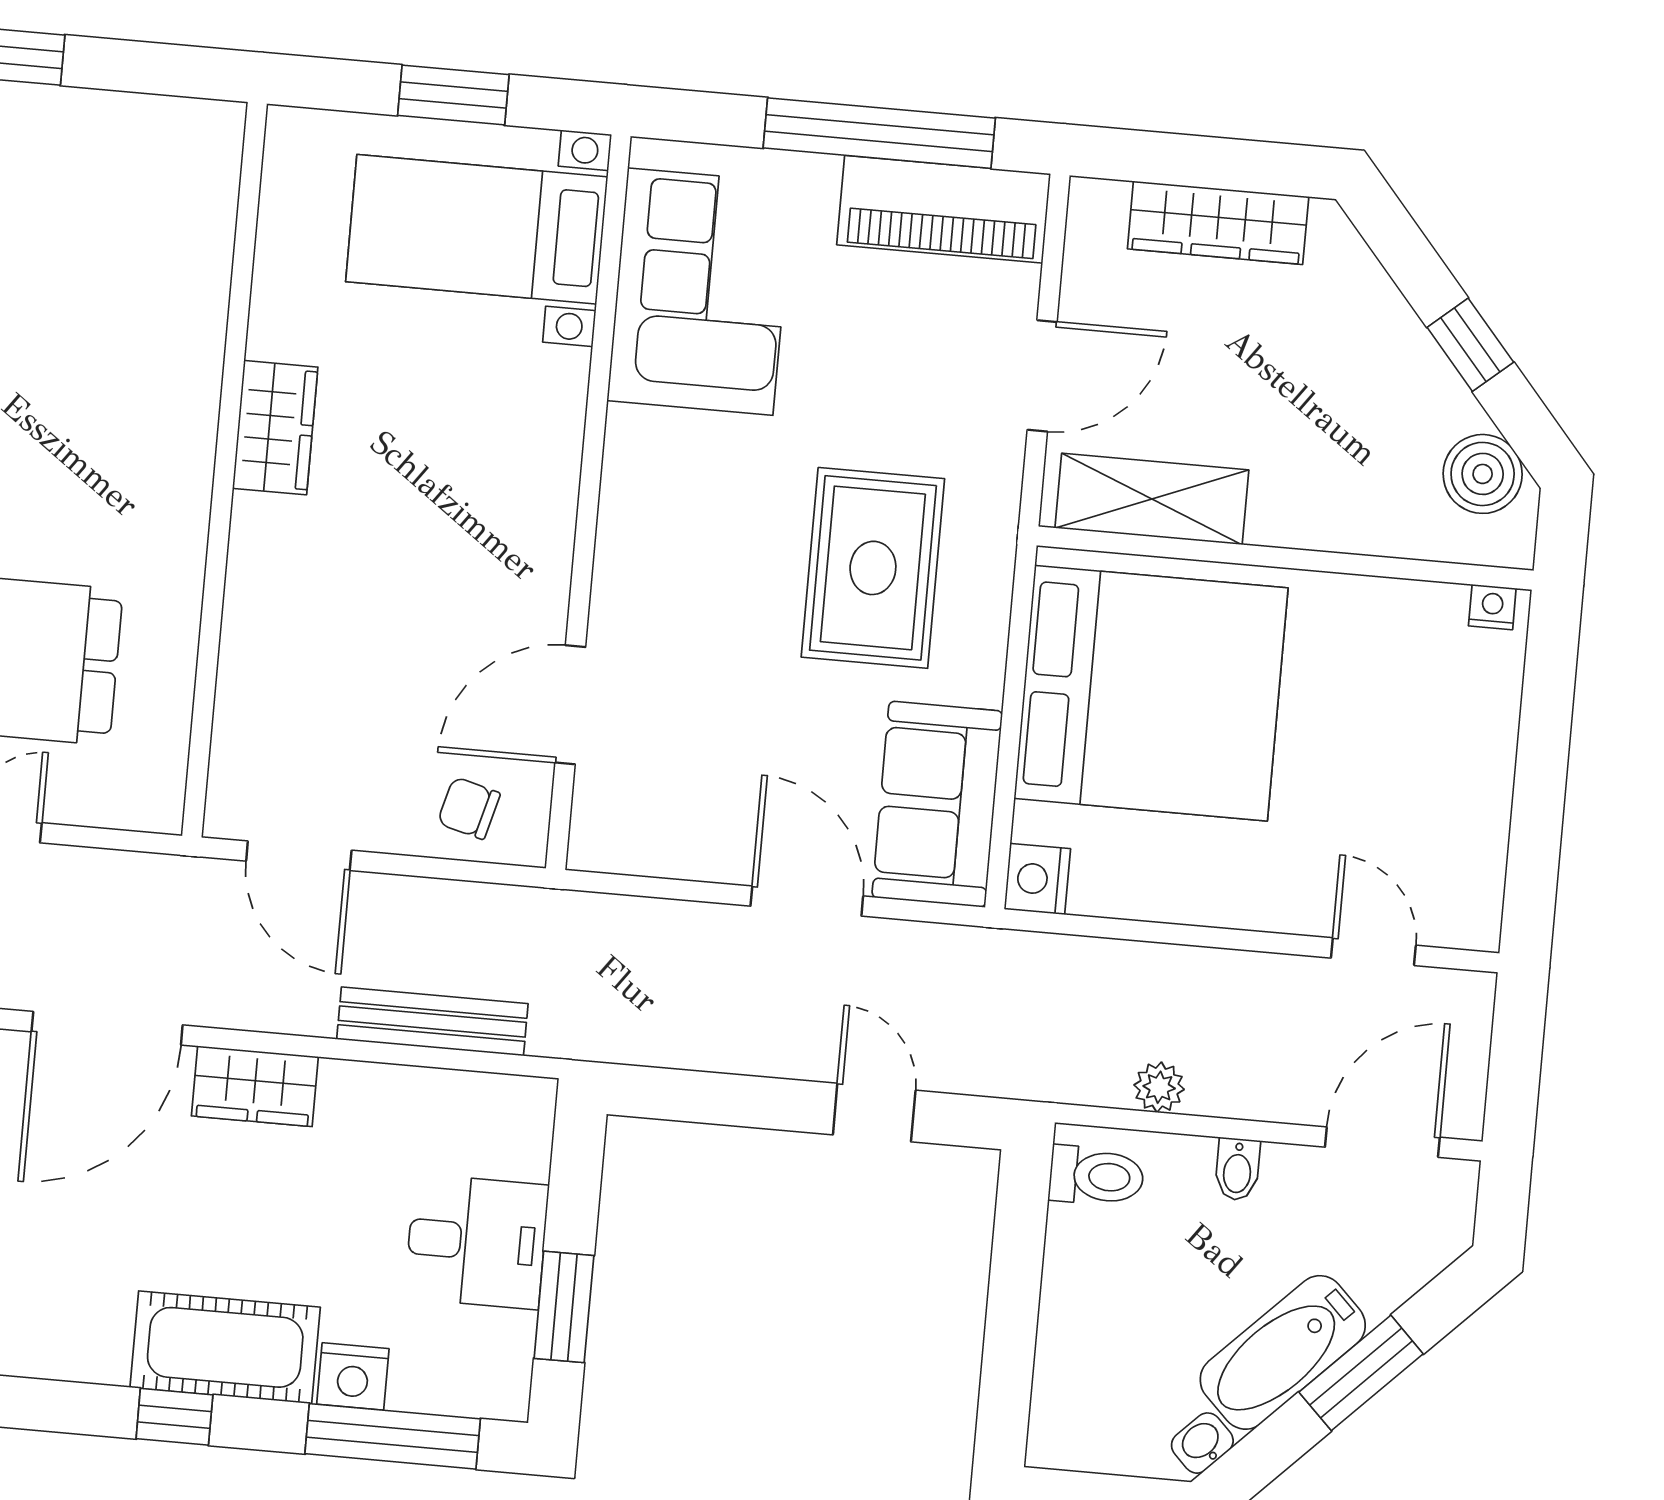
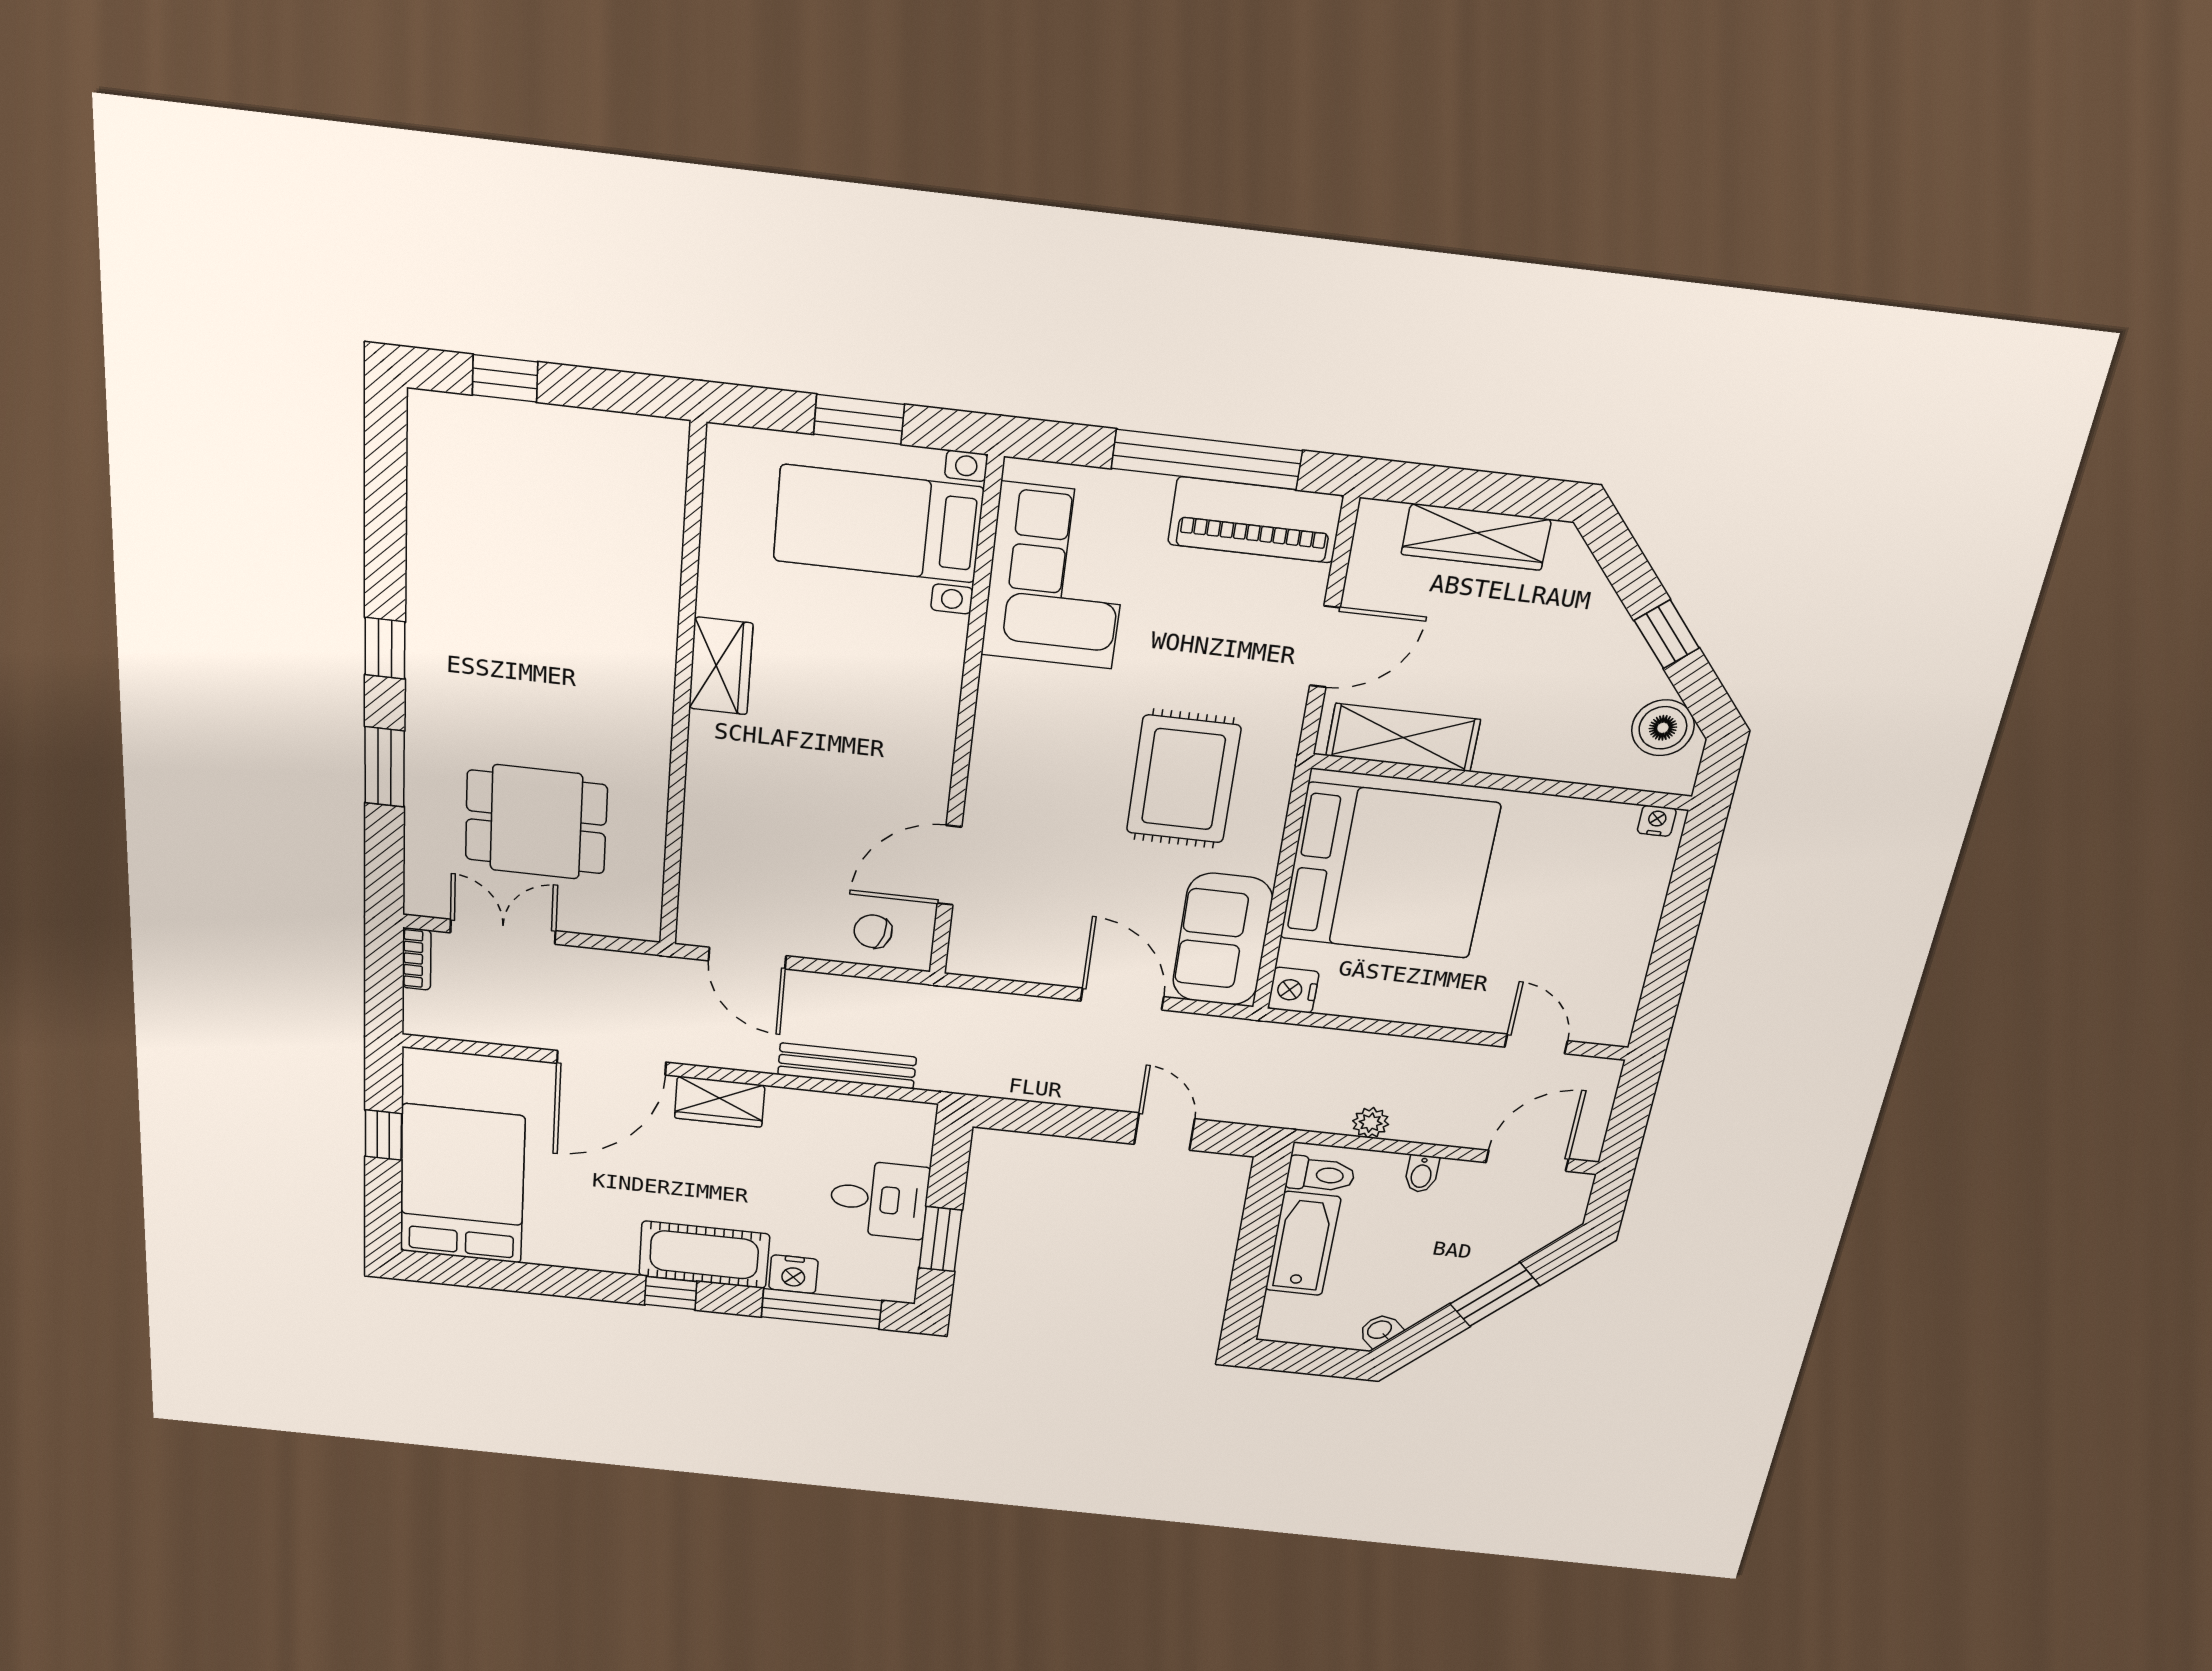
bathtub: (1283, 1352) -> (1303, 1244), moved, turned 135

